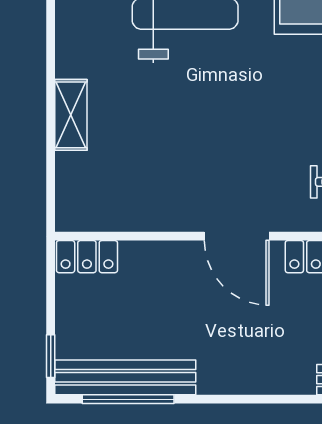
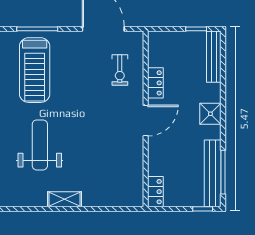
shelving: (71, 115) -> (65, 199), moved
shower: (251, 373) -> (210, 114), added

